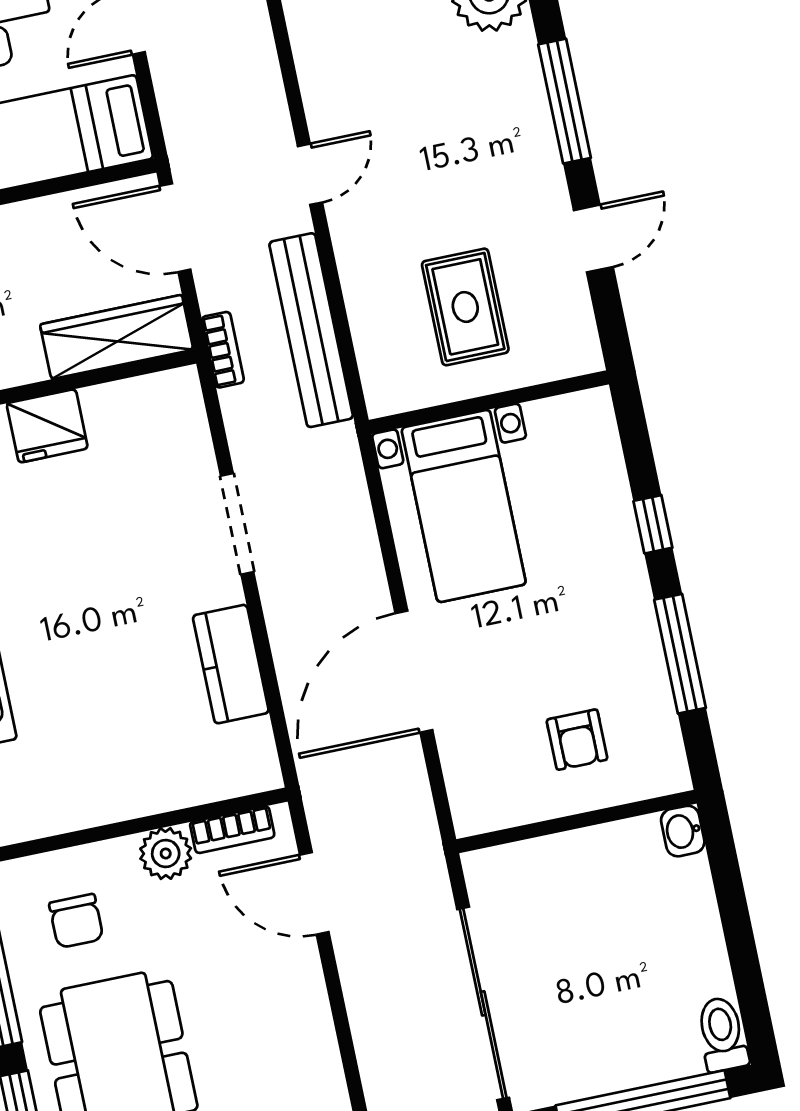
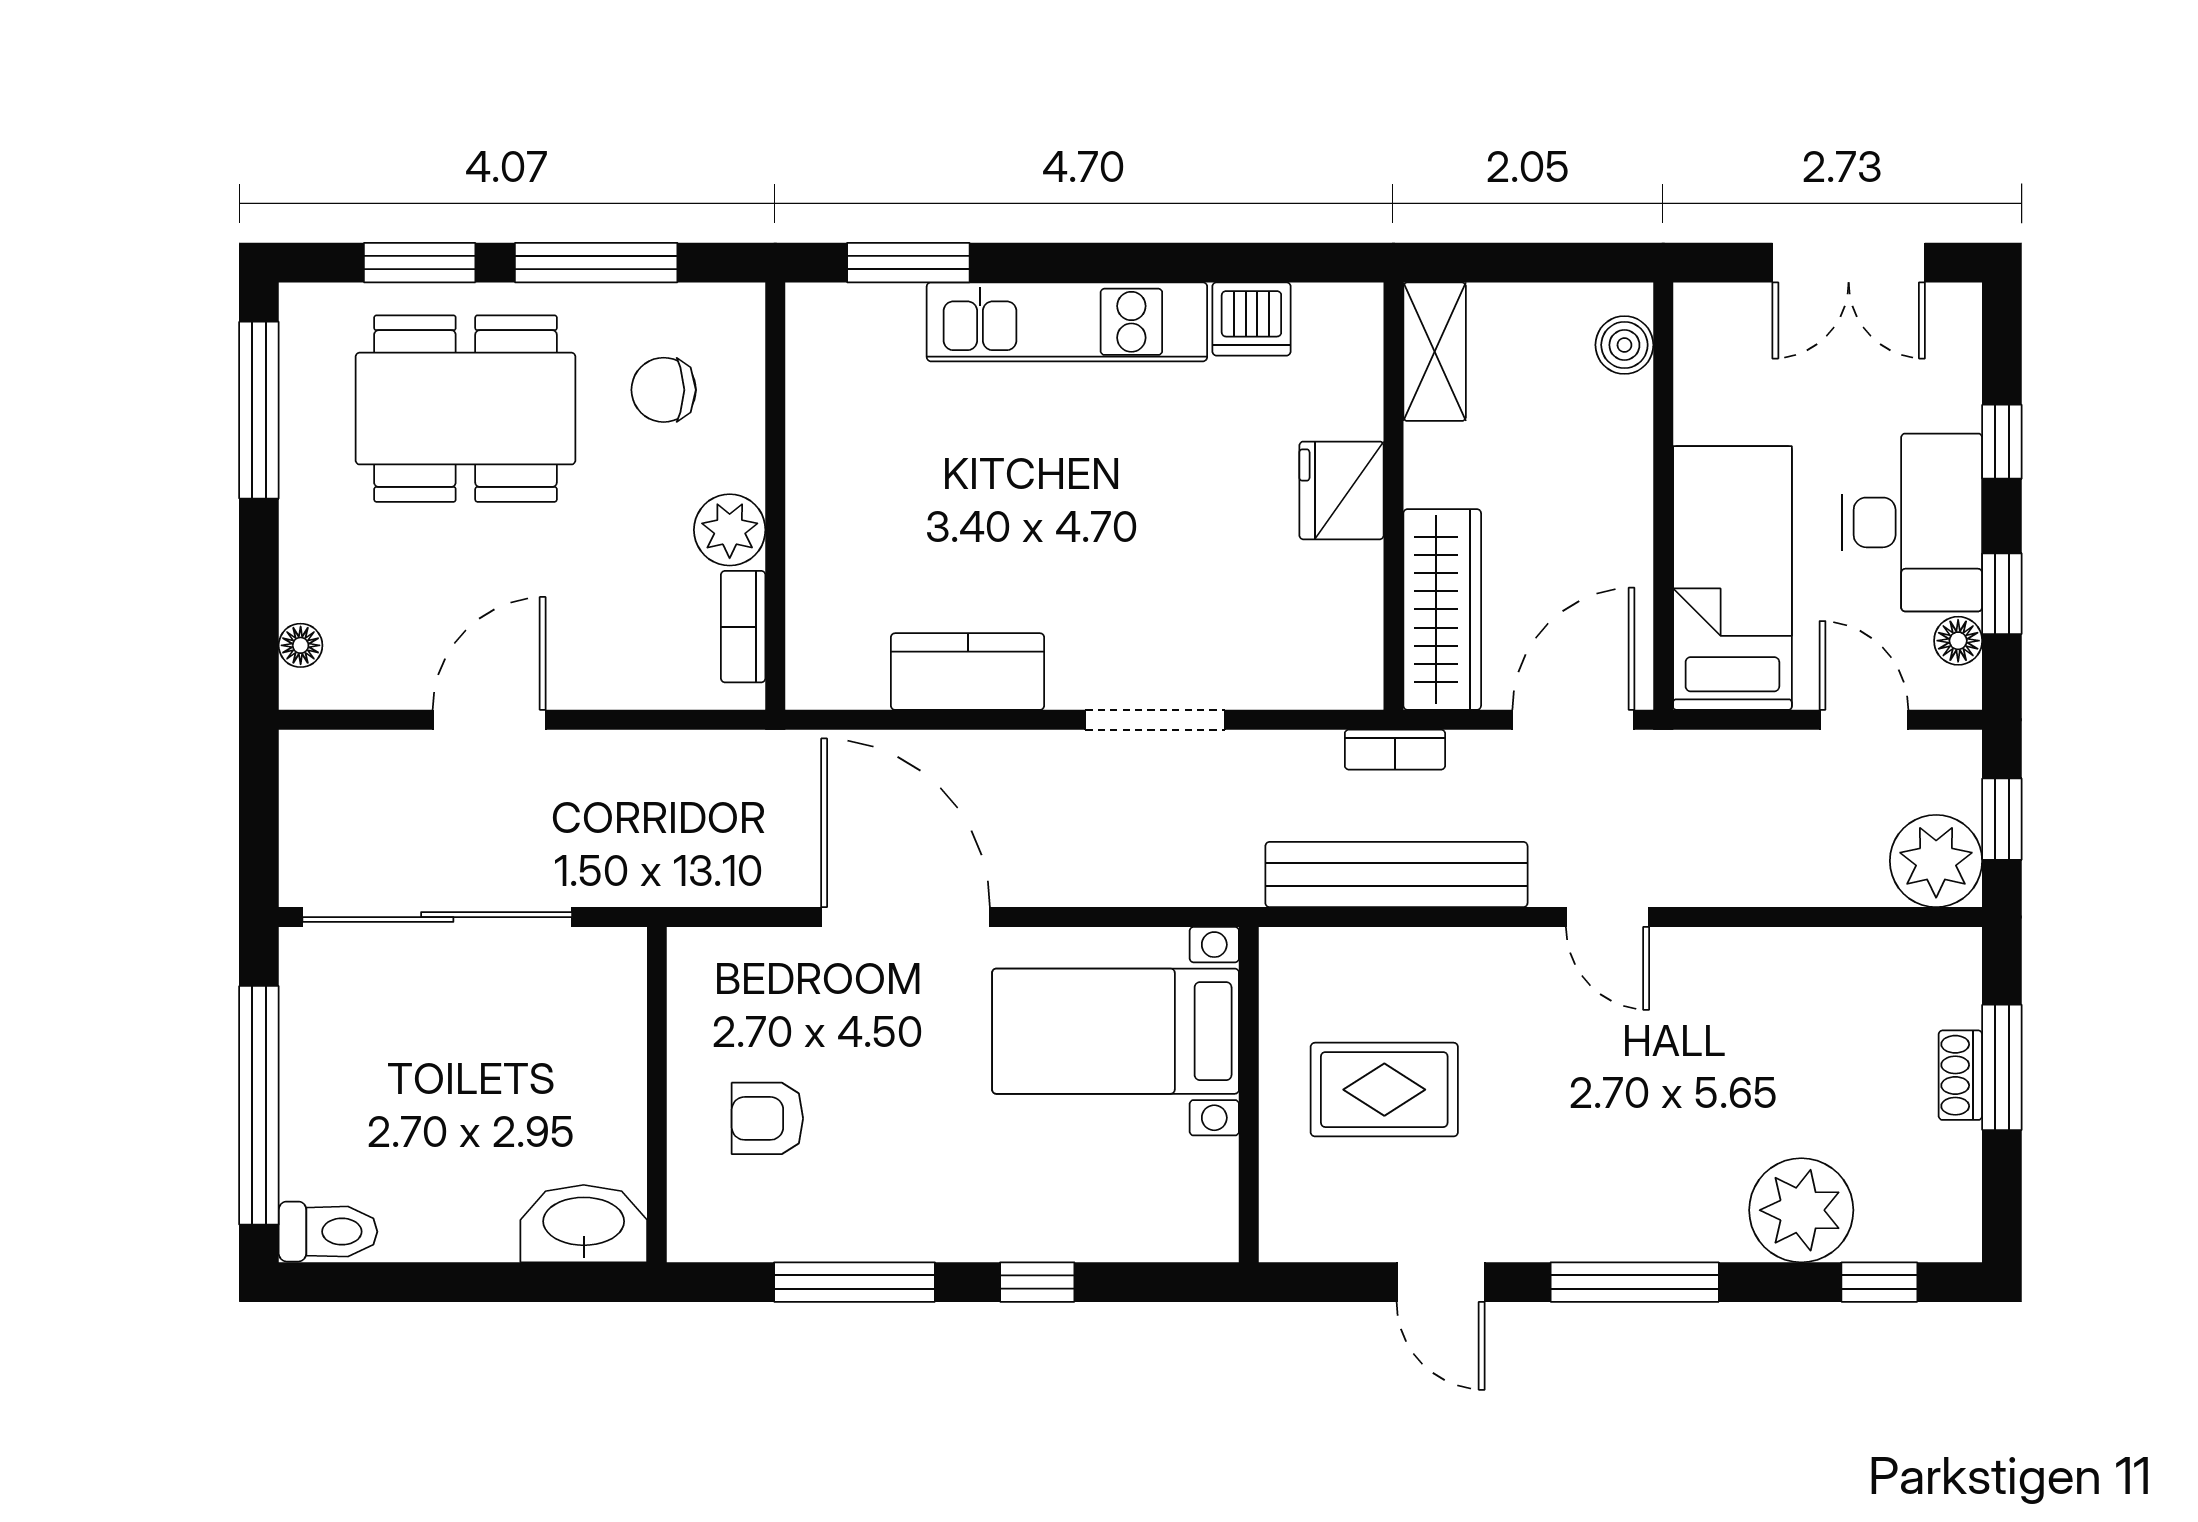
washbasin: (683, 831) -> (584, 1224), width x1.91, depth x1.45
door: (314, 893) -> (489, 720), moved

